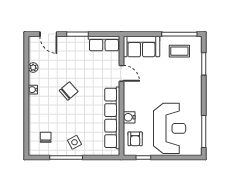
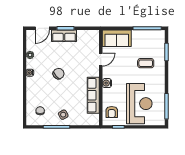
door: (48, 34) -> (42, 28), hinge flipped
row of seats: (104, 44) -> (64, 36), moved
coffee table: (179, 51) -> (146, 63), moved
door: (121, 73) -> (101, 60), hinge flipped
water cooler: (129, 117) -> (107, 83), moved
row of seats: (112, 118) -> (93, 95), width x0.73

